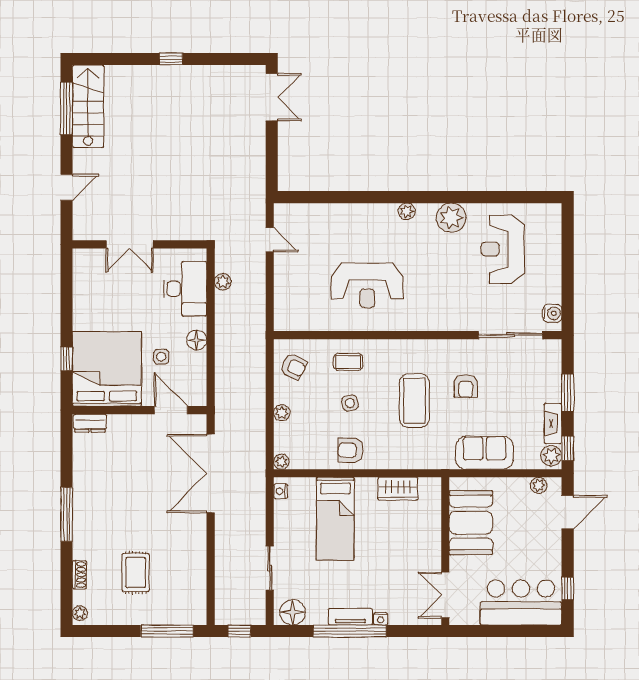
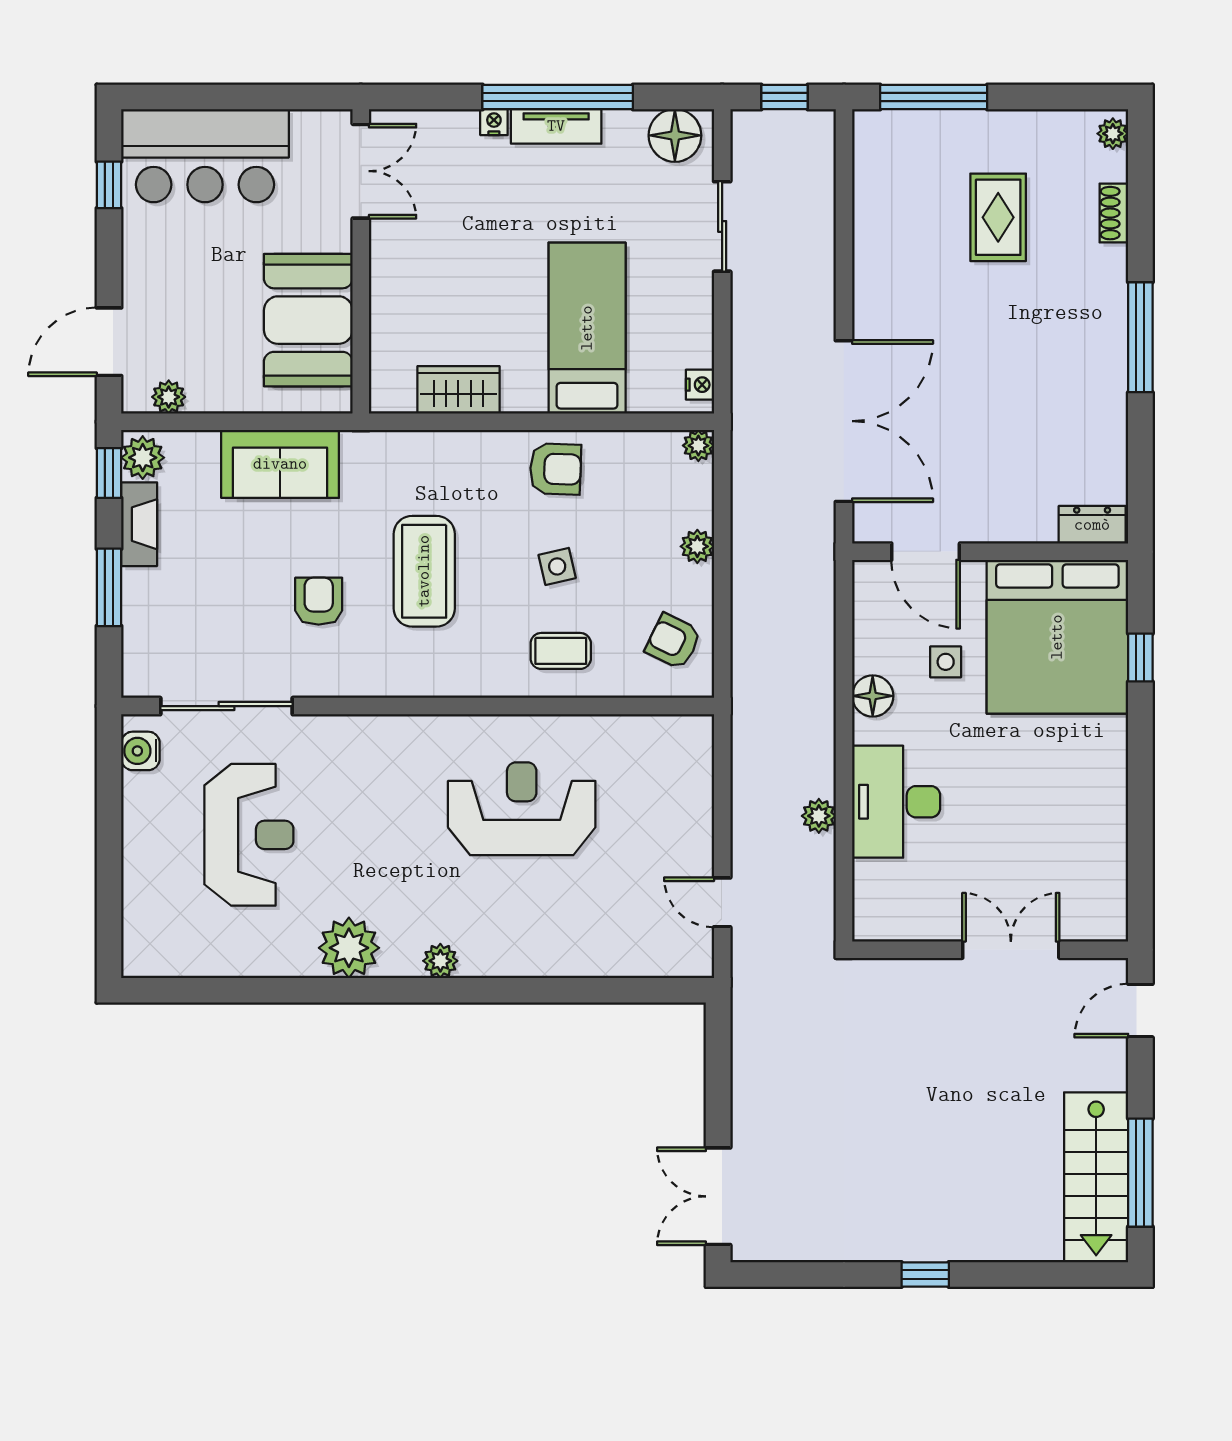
double door: (129, 244) -> (1011, 950), moved
wall: (140, 244) -> (990, 950), moved
reception desk: (503, 249) -> (249, 835), moved

